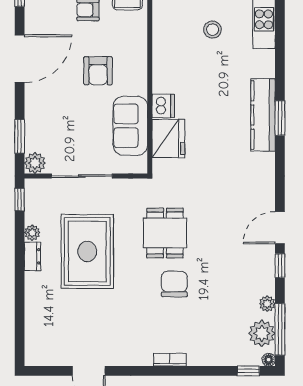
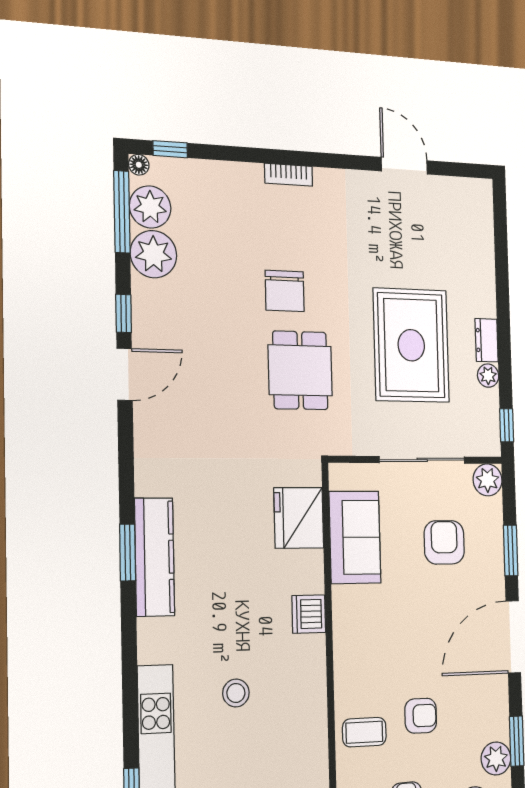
armchair: (98, 71) -> (444, 542), moved
dishwasher: (163, 106) -> (309, 614), moved
window: (20, 136) -> (511, 550), moved
plant: (267, 304) -> (153, 254), width x1.88, depth x1.88

